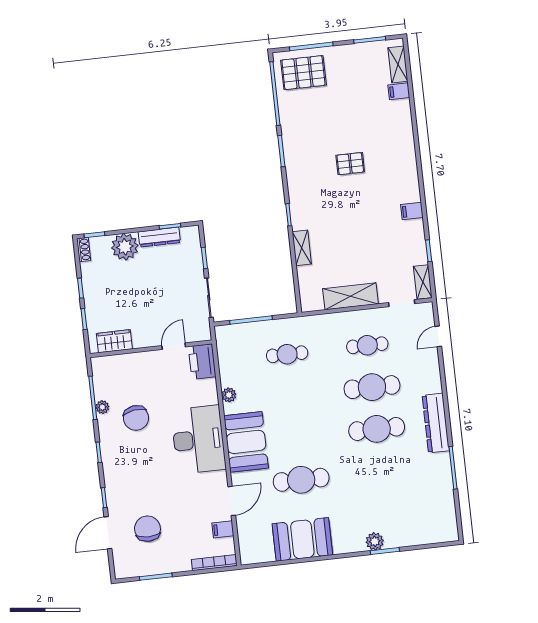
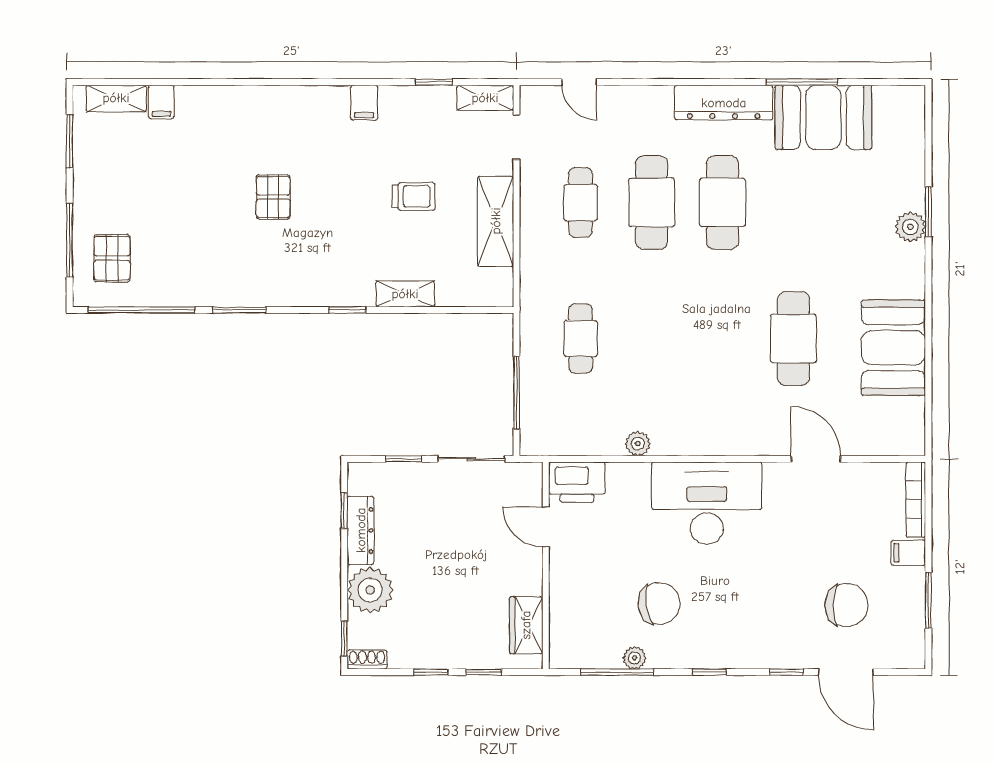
pallet: (303, 73) -> (112, 258), width x0.67, depth x0.71
trolley: (360, 246) -> (414, 196), added
booth: (246, 442) -> (823, 117), moved
chair: (147, 529) -> (846, 605), turned 180
filing cabinet: (223, 529) -> (908, 553), moved, turned 90

